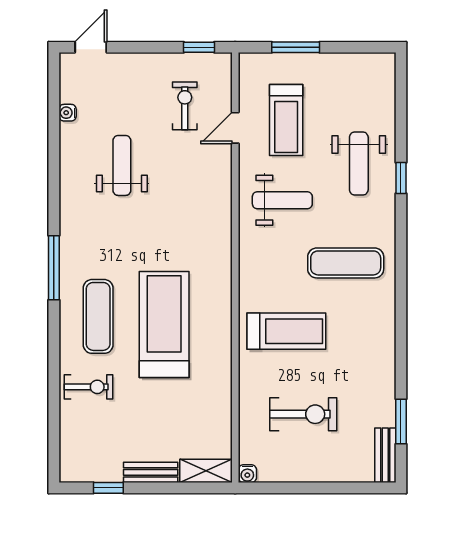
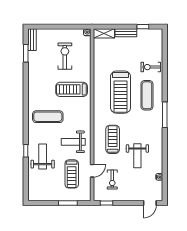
treadmill: (286, 120) -> (72, 174), turned 180
treadmill: (184, 206) -> (113, 139), added
exercise bike: (303, 414) -> (65, 56), turned 90

